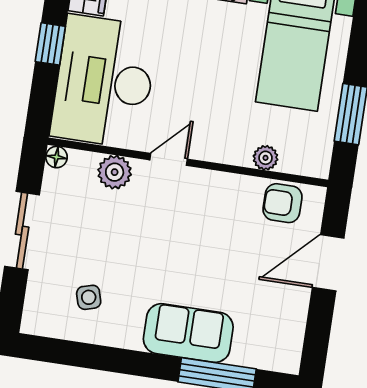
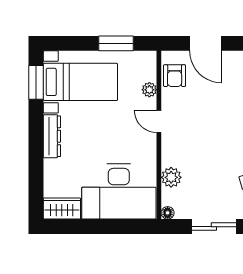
window: (50, 44) -> (101, 227), removed
door: (169, 159) -> (159, 121), moved

